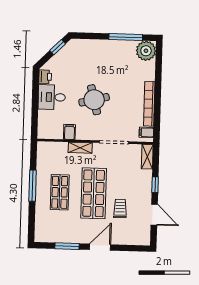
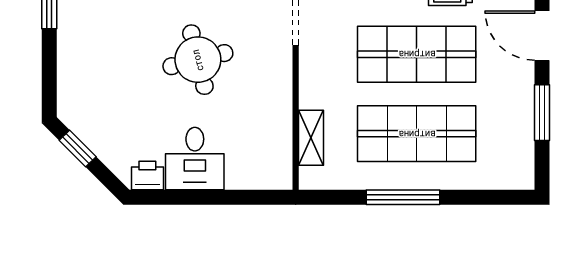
filing cabinet: (69, 132) -> (275, 115), removed
shelving: (80, 148) -> (311, 138), moved
shop shelf: (60, 192) -> (417, 134), width x1.43, depth x1.36

